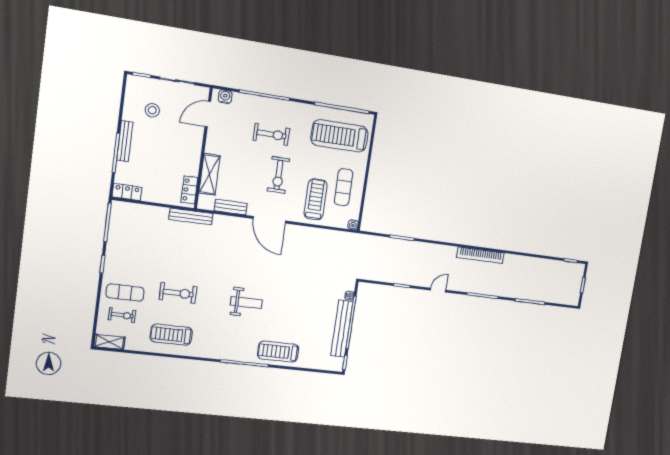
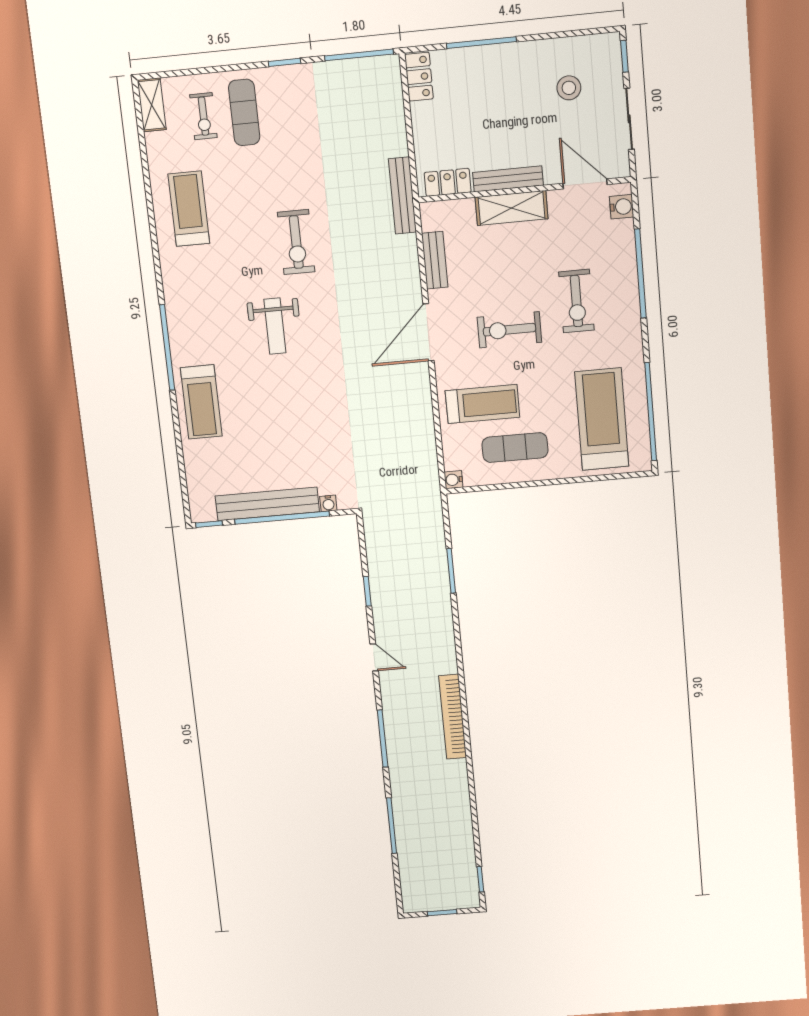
bench: (125, 141) -> (508, 179), moved
shelving: (210, 174) -> (512, 208), moved
exercise bike: (178, 293) -> (296, 242), moved
treadmill: (278, 352) -> (201, 402), turned 180

